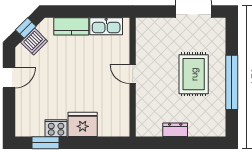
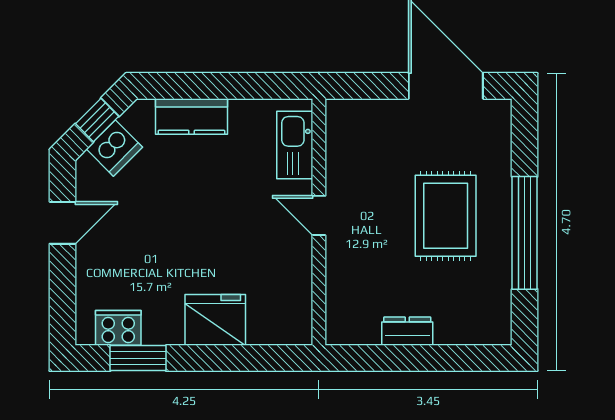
kitchen sink: (106, 26) -> (295, 145), moved, turned 90
cooker: (56, 128) -> (118, 328), moved

